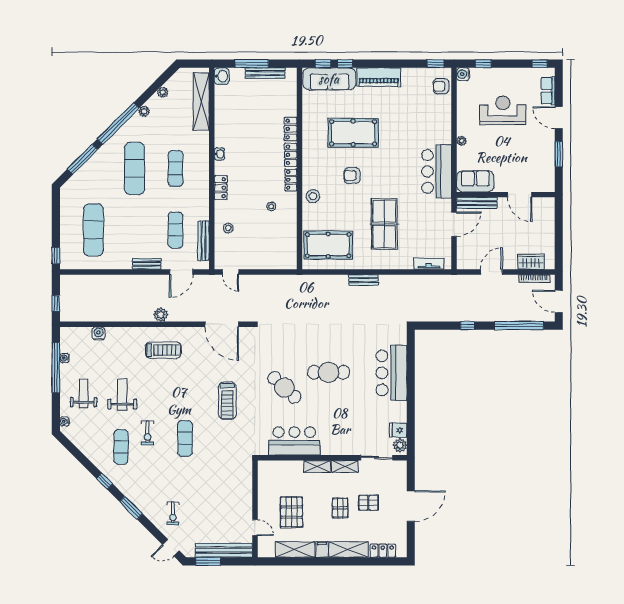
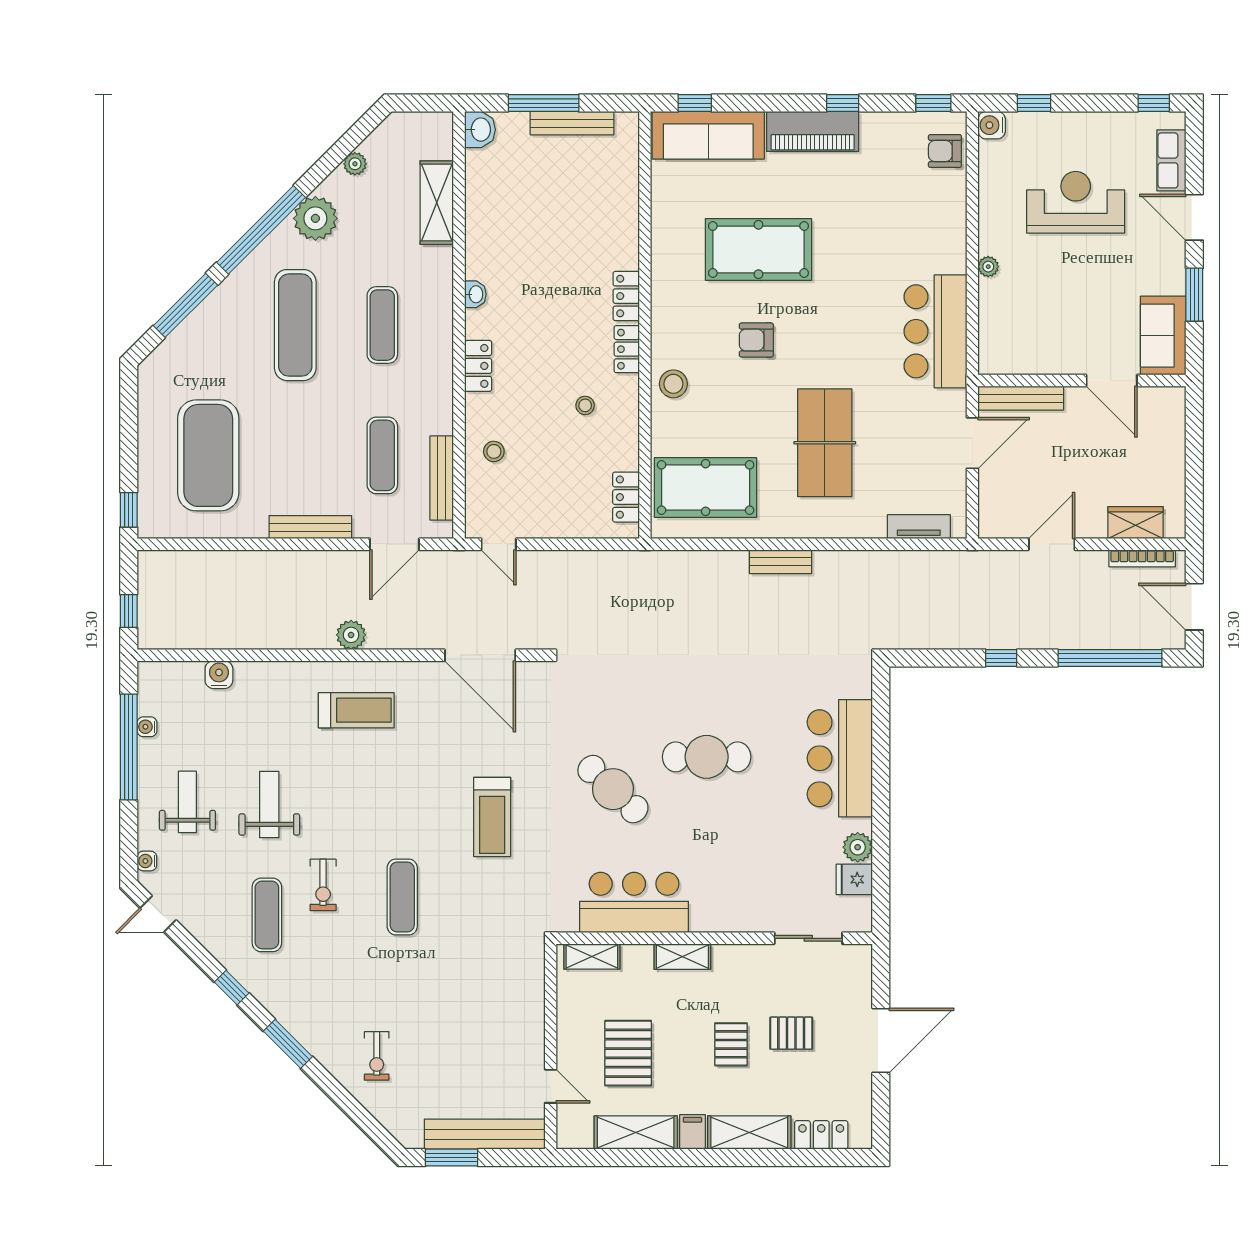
window: (345, 64) -> (843, 103), moved
shelving: (201, 101) -> (437, 203), width x0.68
plant: (144, 111) -> (315, 218), width x1.87, depth x1.87
locker: (291, 129) -> (626, 497), moved
sofa: (475, 181) -> (1163, 336), moved, turned -90
exercise mat: (93, 230) -> (208, 455), width x1.47
bench: (147, 264) -> (310, 527), width x1.36
plant: (400, 445) -> (858, 847), moved
shelving: (345, 466) -> (592, 956), moved
door: (171, 548) -> (158, 914), moved

